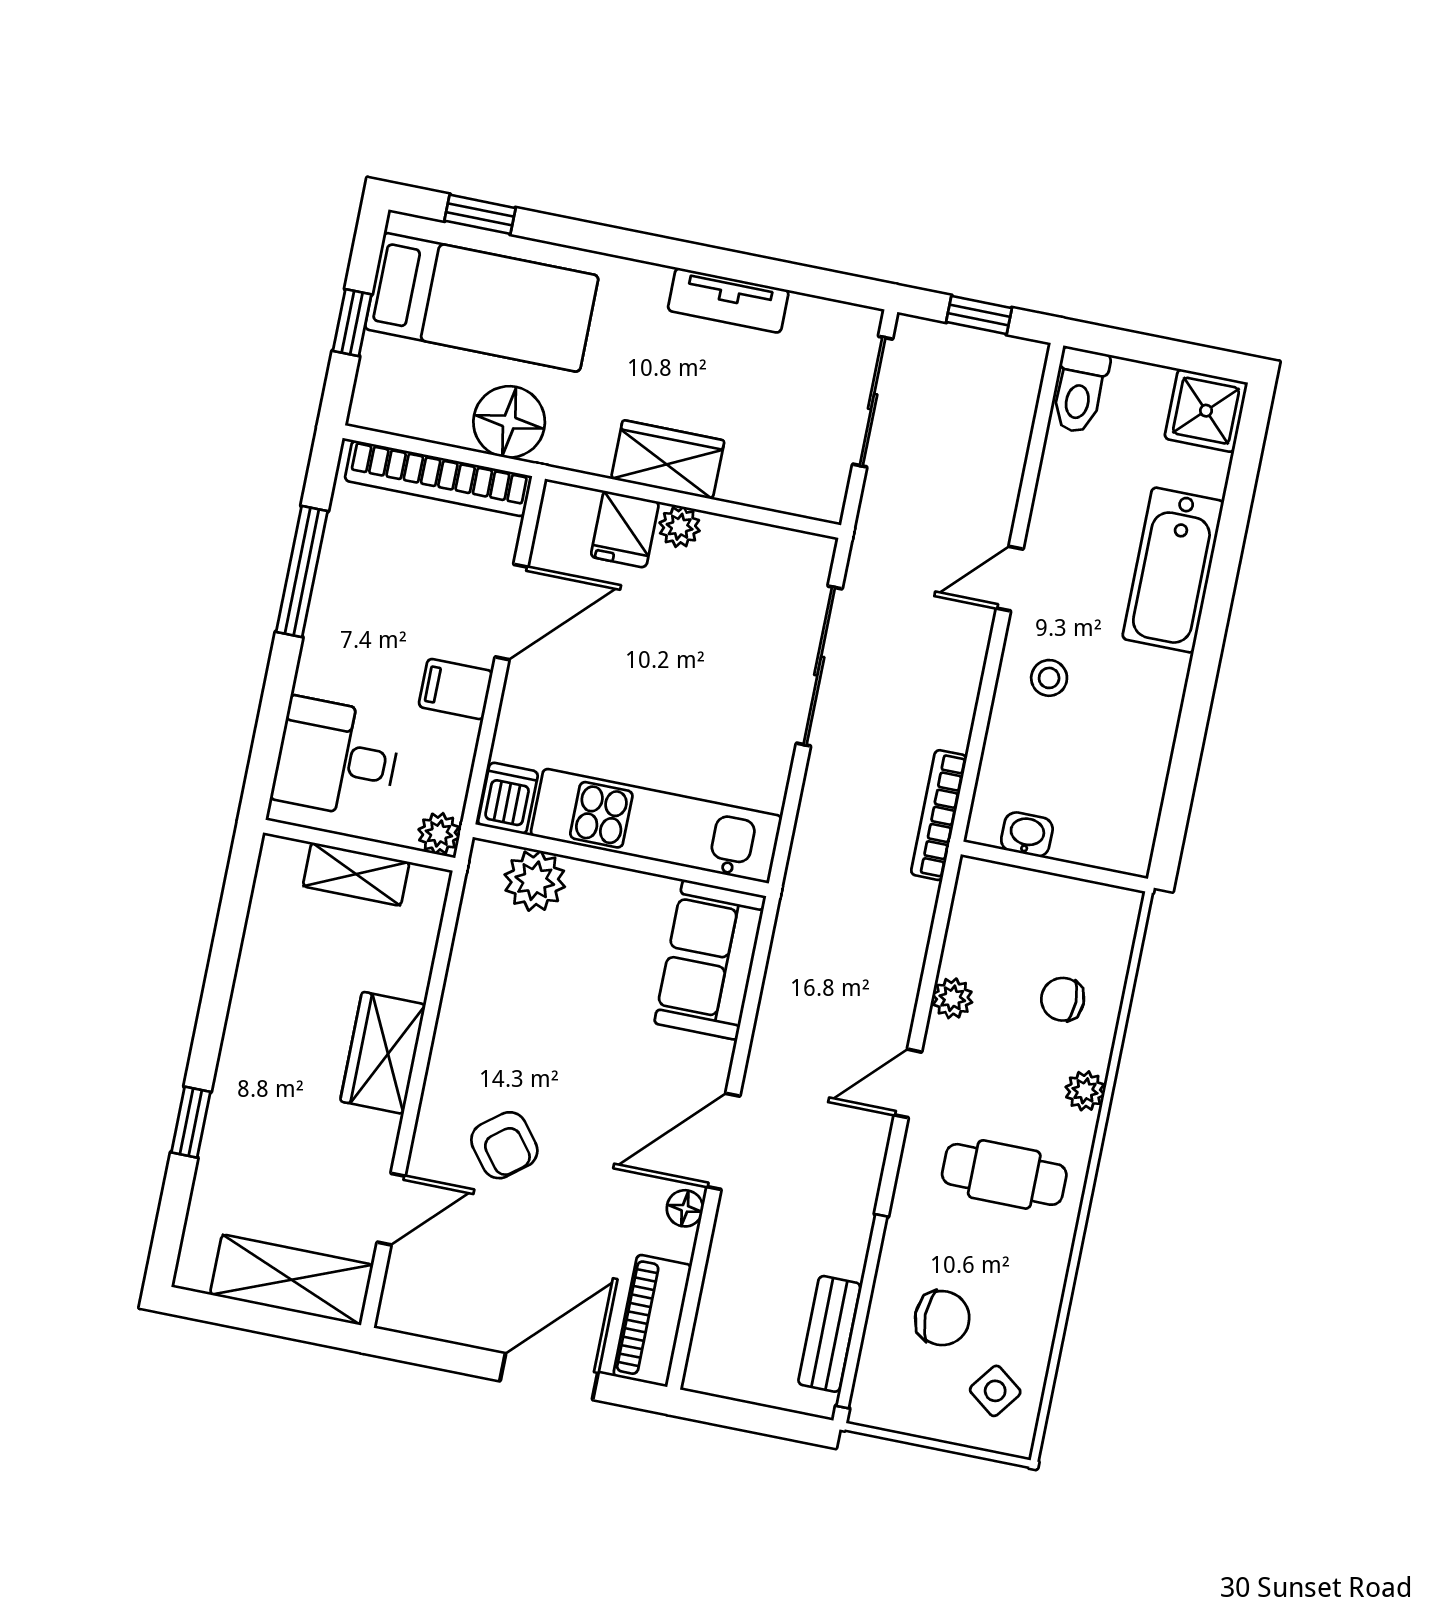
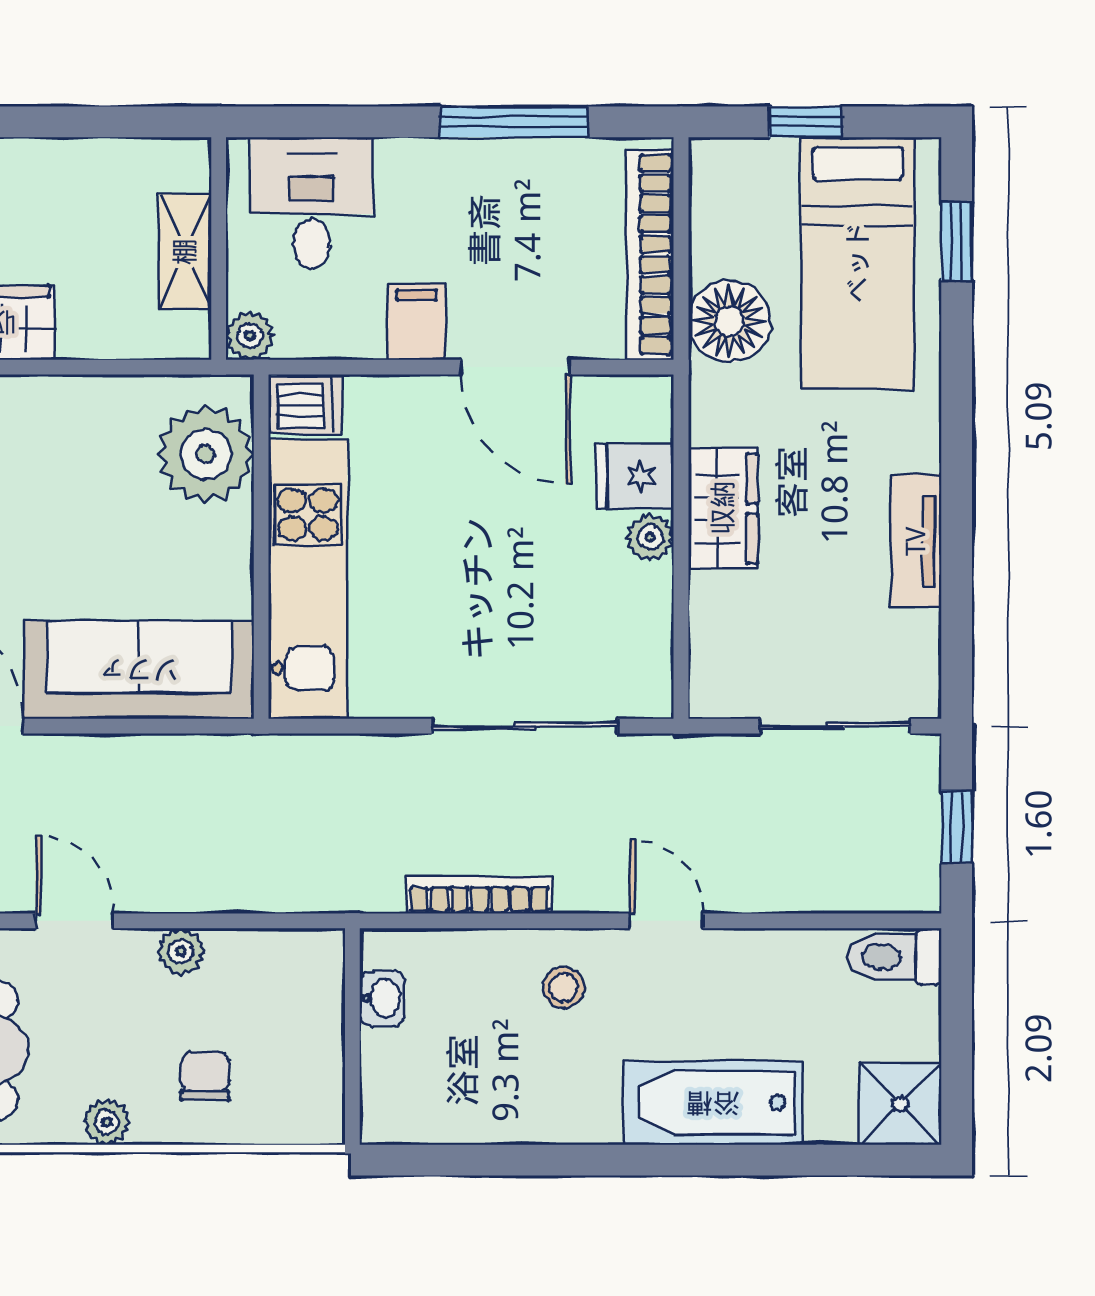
bookcase: (939, 815) -> (479, 895), moved
plant: (535, 881) -> (206, 454), width x1.36, depth x1.36
sofa: (710, 960) -> (139, 670), width x1.36

